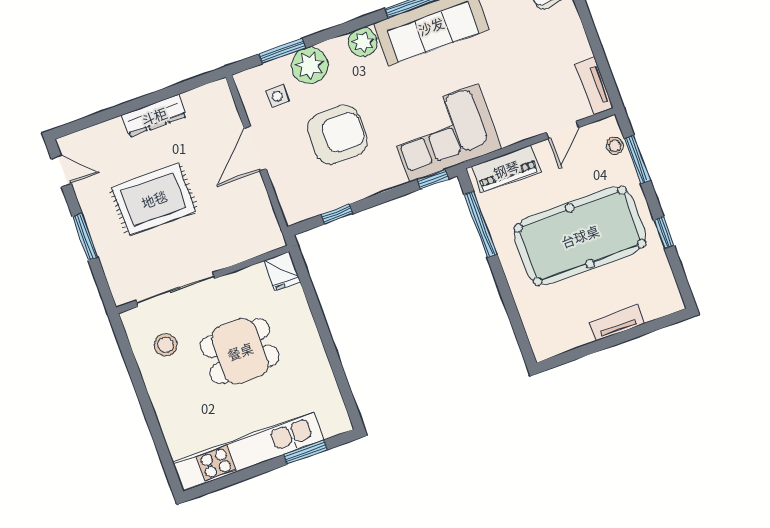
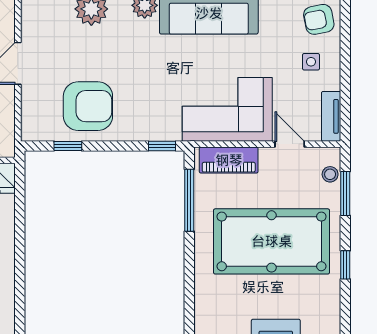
side table: (277, 96) -> (311, 62), moved
door: (562, 130) -> (290, 144), swing flipped
corner sofa: (444, 133) -> (227, 109), moved
armchair: (337, 135) -> (88, 106), moved

